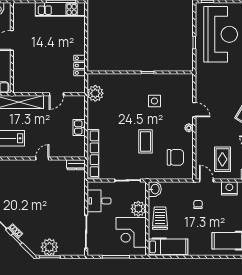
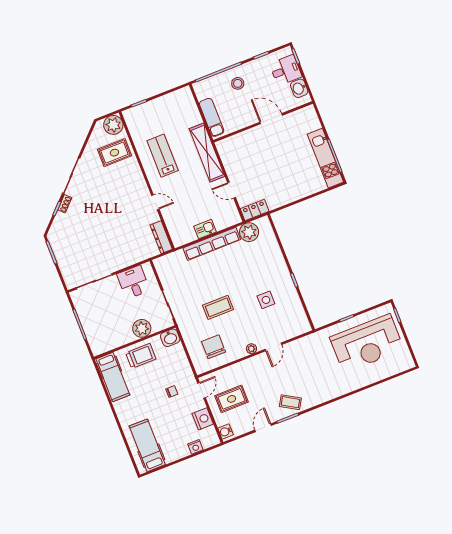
locker: (79, 66) -> (255, 210), moved
row of seats: (93, 154) -> (212, 244), moved
chair: (175, 157) -> (213, 347), turned 180
dresser: (76, 165) -> (161, 237), width x1.44
corner desk: (131, 232) -> (113, 331), removed
plant: (49, 247) -> (62, 248), removed

